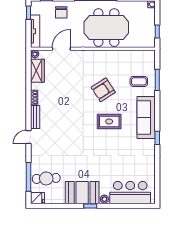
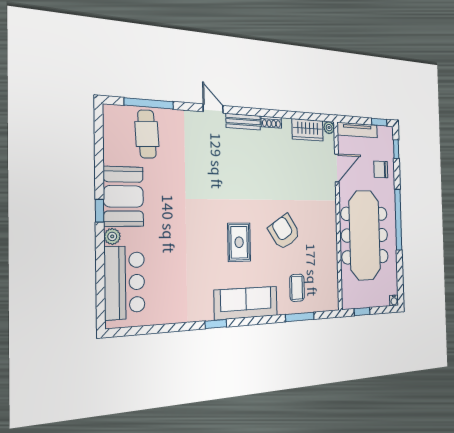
meeting table: (106, 28) -> (365, 235), width x1.36
door: (61, 49) -> (337, 168), hinge flipped
fridge: (37, 198) -> (113, 116), removed

